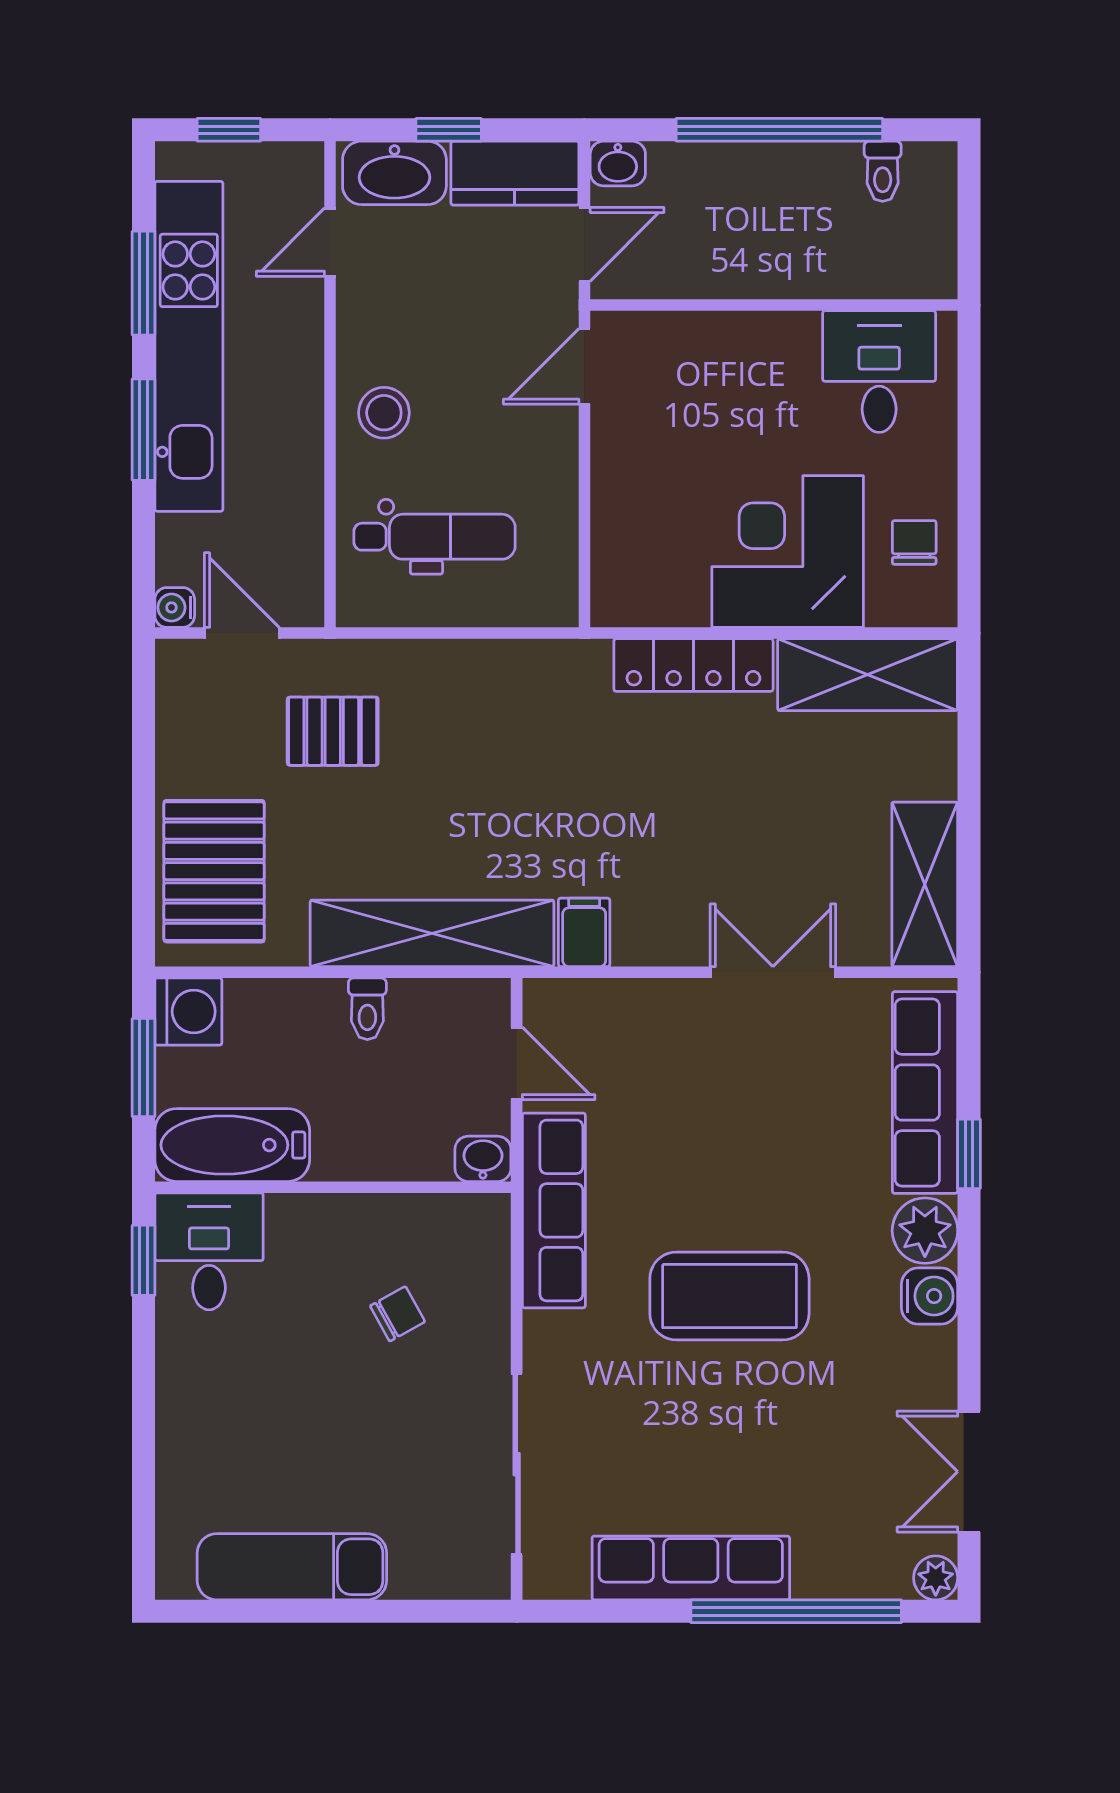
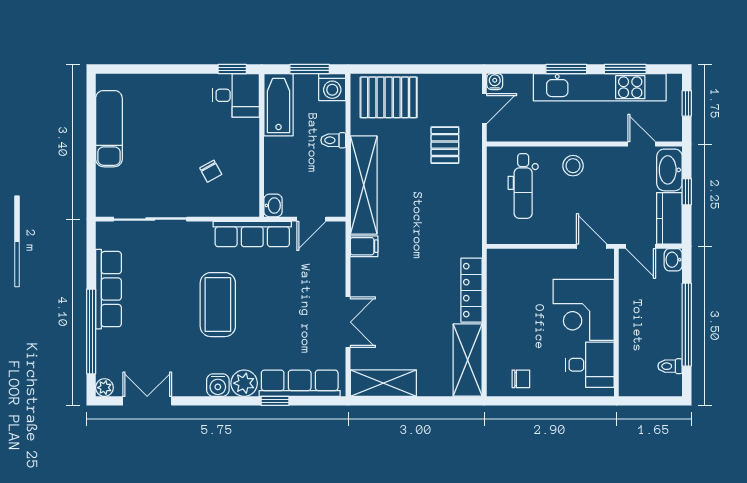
corner desk: (788, 552) -> (584, 310), moved, turned 180
toilet: (367, 1009) -> (333, 140), moved

